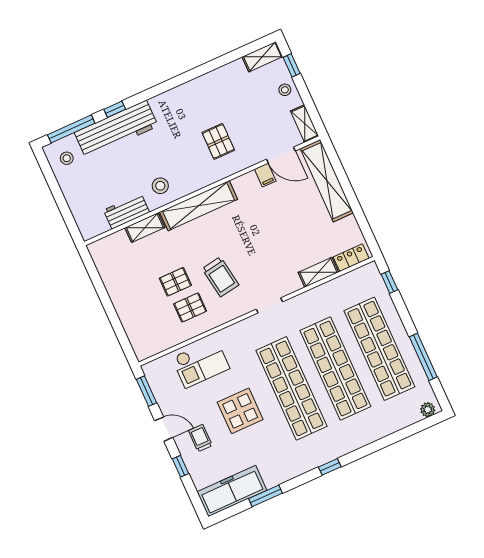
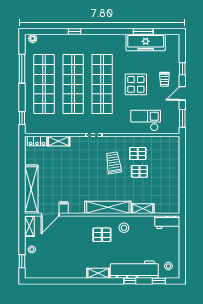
shelving: (262, 57) -> (98, 273), moved
window: (71, 129) -> (159, 281), width x0.46
pallet: (218, 141) -> (102, 235), moved, turned 90
door: (281, 155) -> (50, 215), swing flipped
workbench: (126, 211) -> (167, 222), moved
door: (164, 429) -> (182, 93), hinge flipped
window: (330, 467) -> (75, 31), moved
freezer: (232, 491) -> (146, 42), moved

